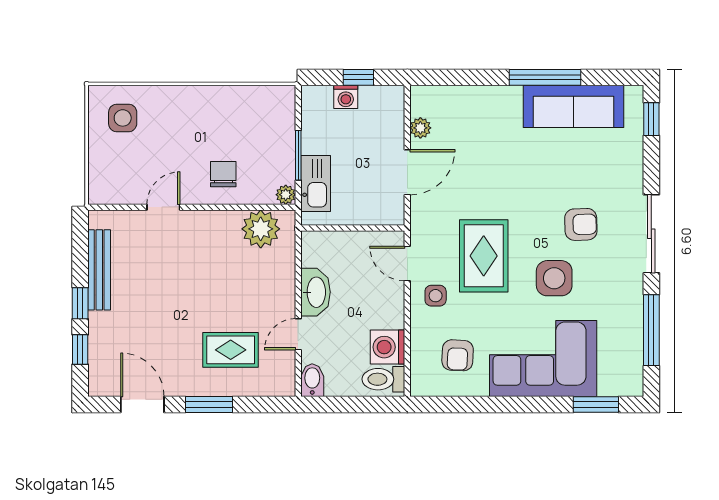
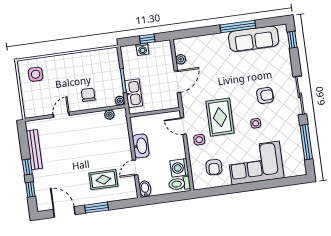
plant: (261, 229) -> (109, 115), width x0.53, depth x0.53
side table: (554, 278) -> (256, 123), width x0.54, depth x0.54
window: (596, 405) -> (284, 182), removed

